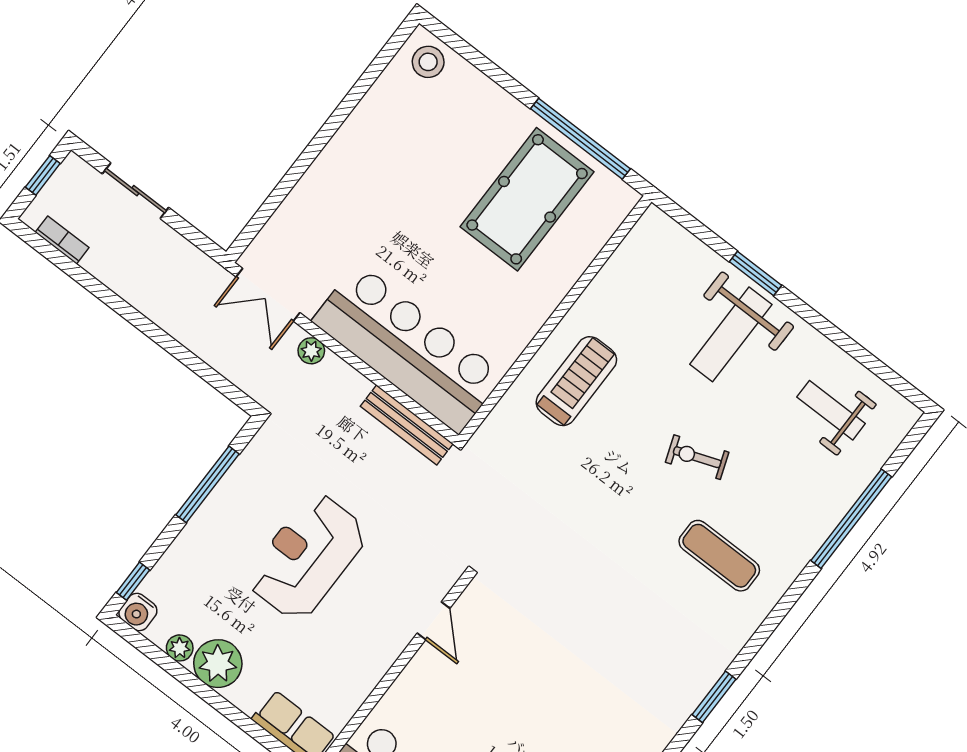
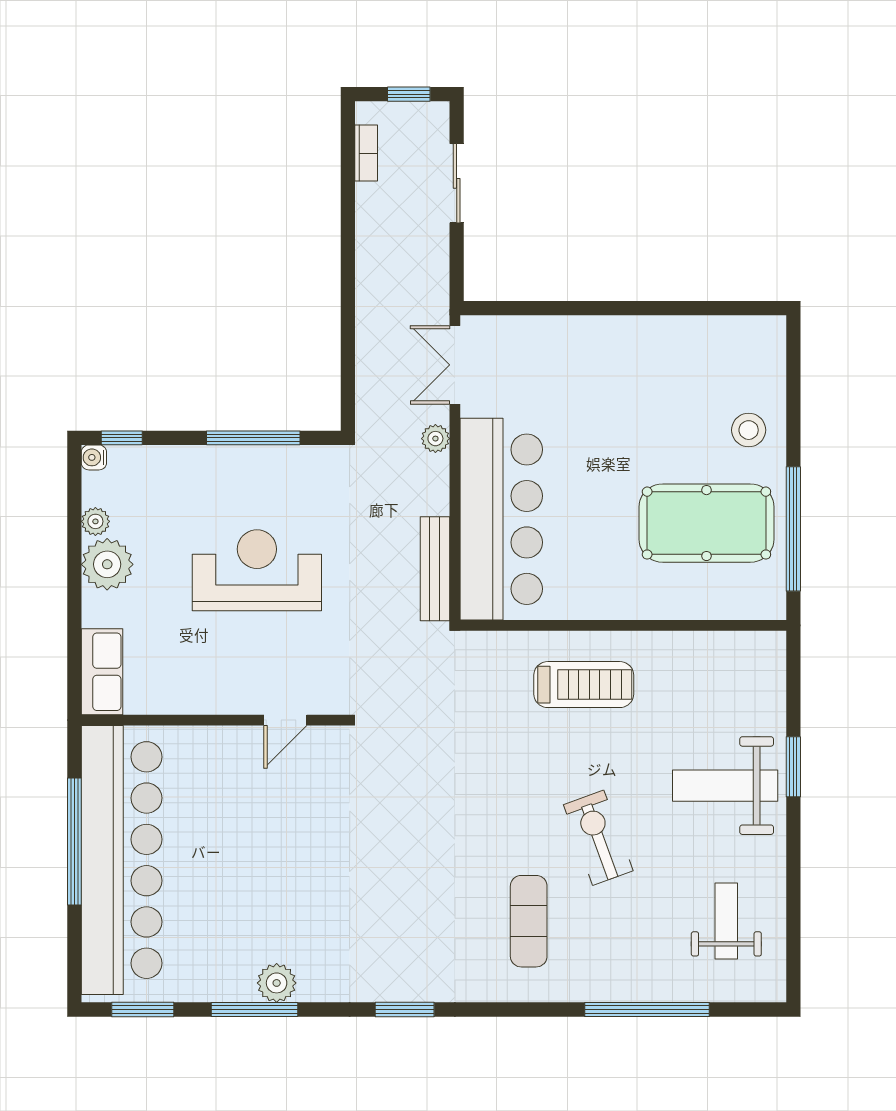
stool: (428, 62) -> (749, 430), moved
exercise bike: (697, 457) -> (598, 838), width x1.38, depth x1.39
water cooler: (138, 612) -> (94, 457), width x0.72, depth x0.72

